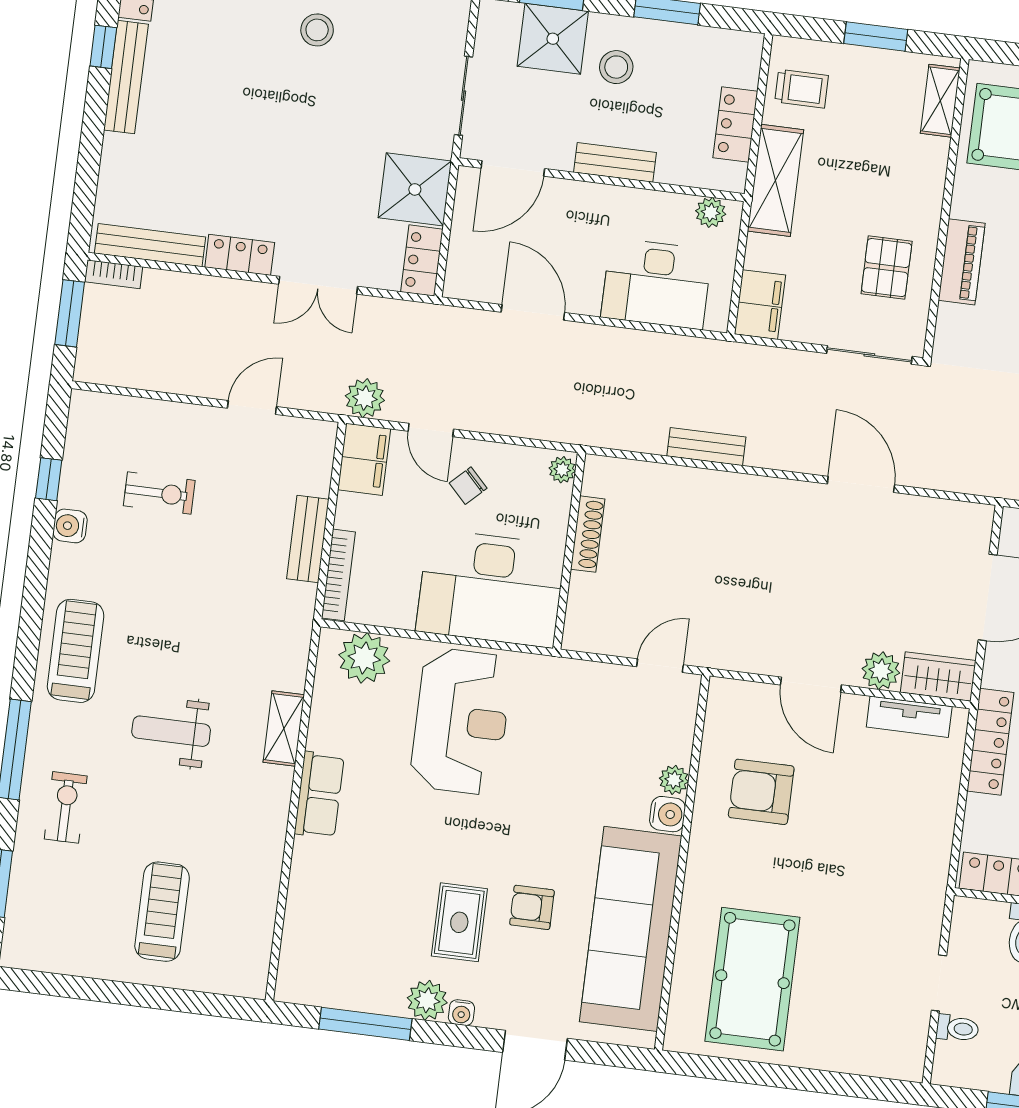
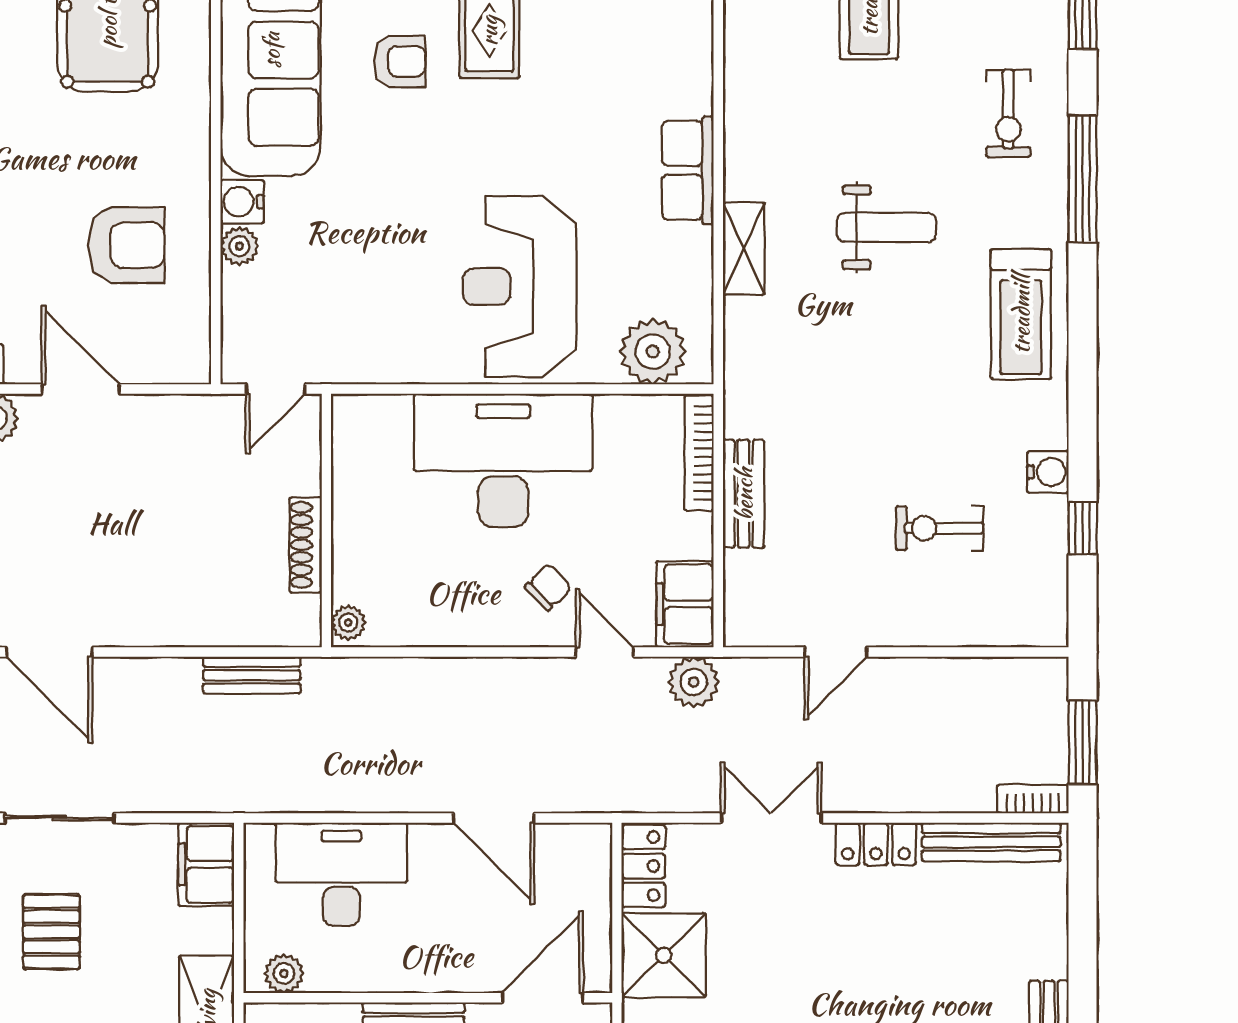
plant: (562, 470) -> (348, 623), moved
shoe rack: (588, 534) -> (306, 545), moved
wall: (569, 551) -> (326, 521), moved

